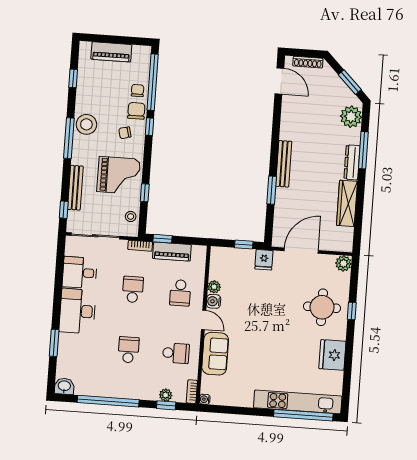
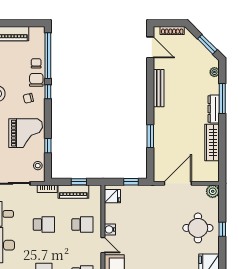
plant: (351, 117) -> (214, 72), width x0.53, depth x0.53
bench: (284, 164) -> (159, 88), moved
window: (162, 239) -> (79, 182), moved
fridge: (264, 260) -> (112, 196), moved, turned -90
plant: (214, 287) -> (109, 218), removed
school desk: (133, 289) -> (44, 225), turned 90
school desk: (180, 293) -> (82, 225), turned -90

